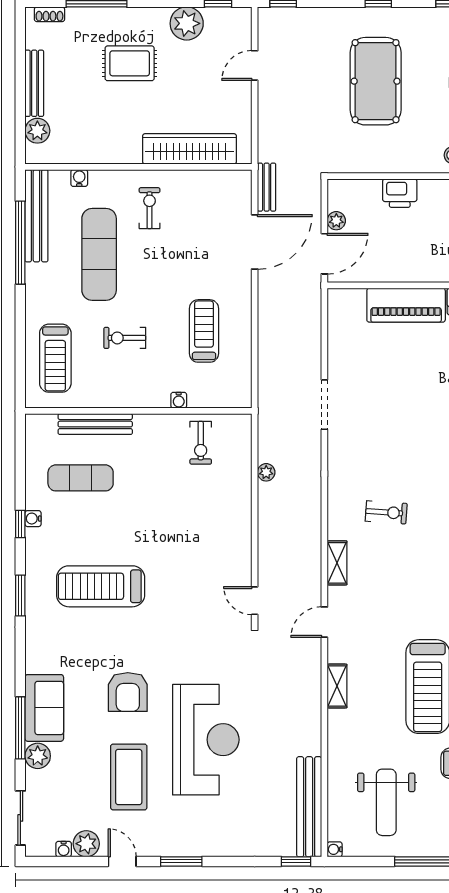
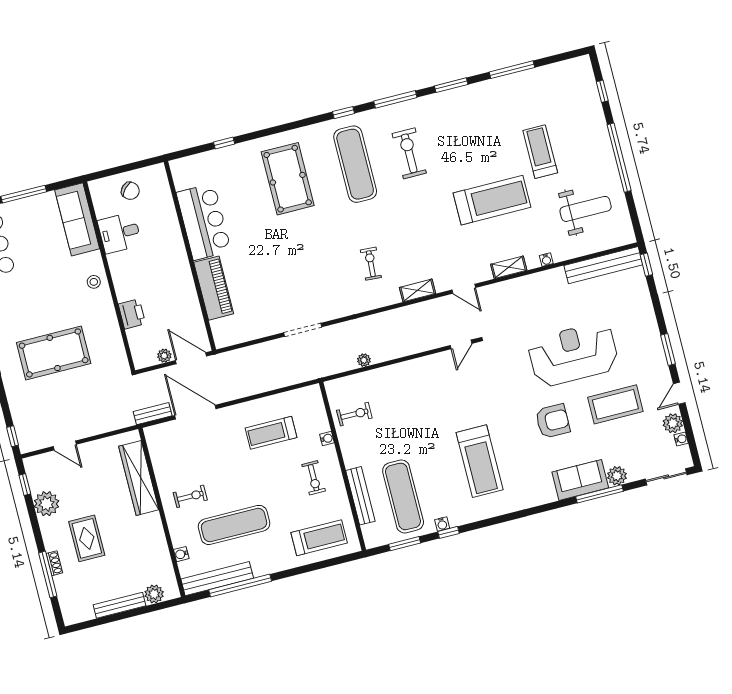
shoe rack: (49, 14) -> (54, 563), moved
exercise bike: (150, 208) -> (190, 496), turned 180
exercise bike: (125, 338) -> (314, 478), moved
exercise mat: (81, 478) -> (403, 496), width x1.36, depth x1.45
window: (20, 595) -> (405, 544), moved
water cooler: (335, 849) -> (546, 260), moved

